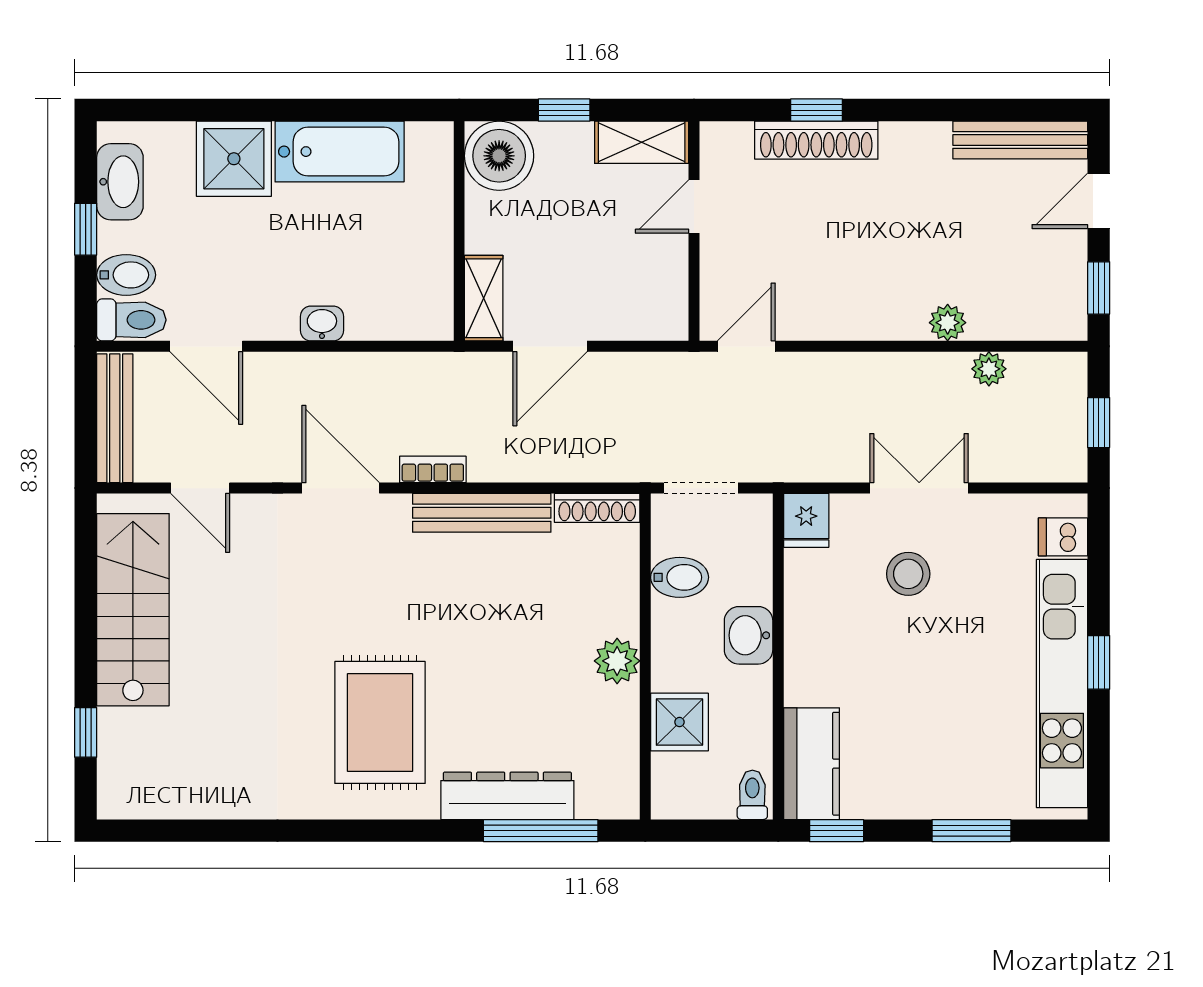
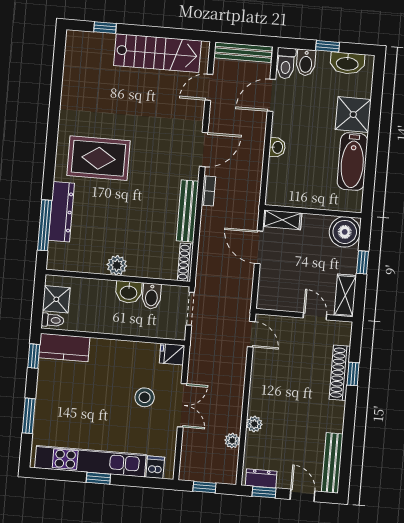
dresser: (1068, 297) -> (261, 478), added
washbasin: (749, 635) -> (129, 292), moved, turned 180
shower: (679, 722) -> (56, 299), moved

